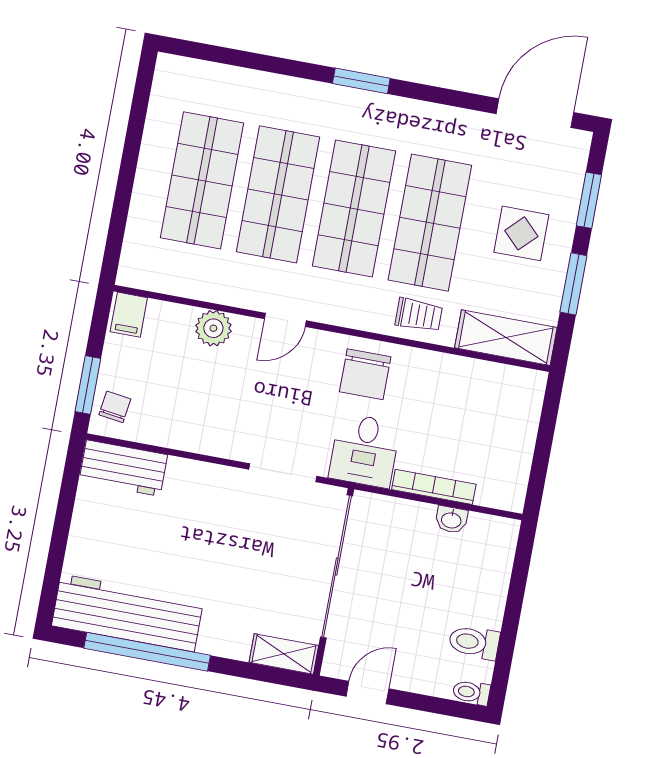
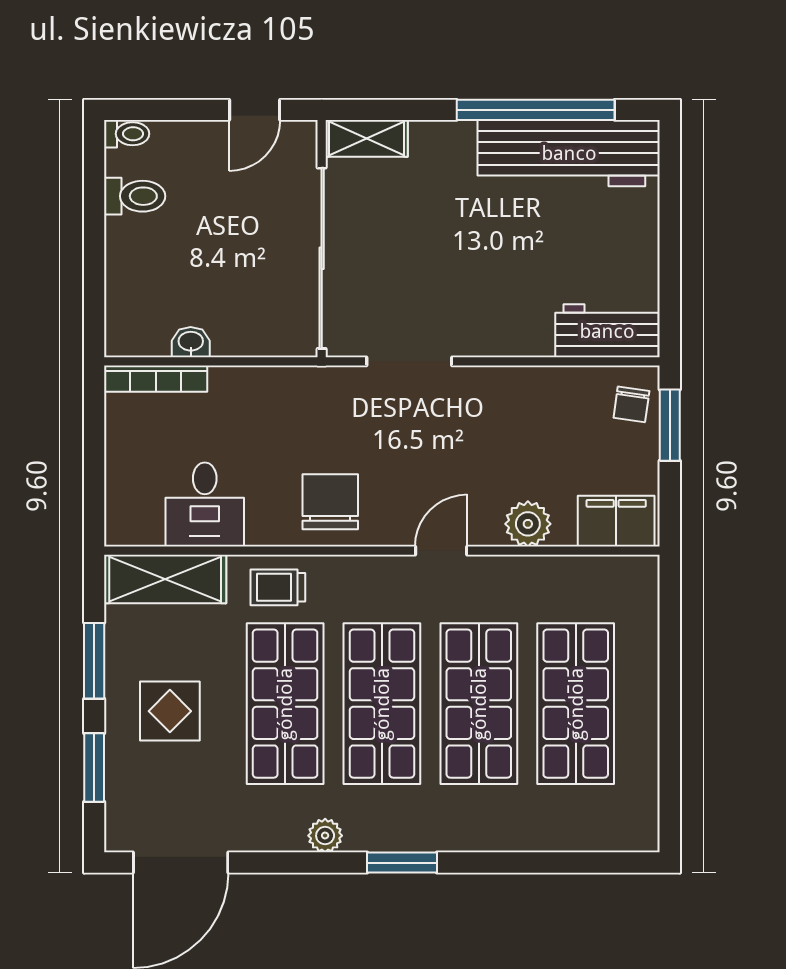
plant: (418, 113) -> (325, 836), added
filing cabinet: (129, 315) -> (616, 521), width x2.00
desk: (365, 451) -> (205, 504), moved, turned 180
bookcase: (434, 487) -> (156, 379), moved

